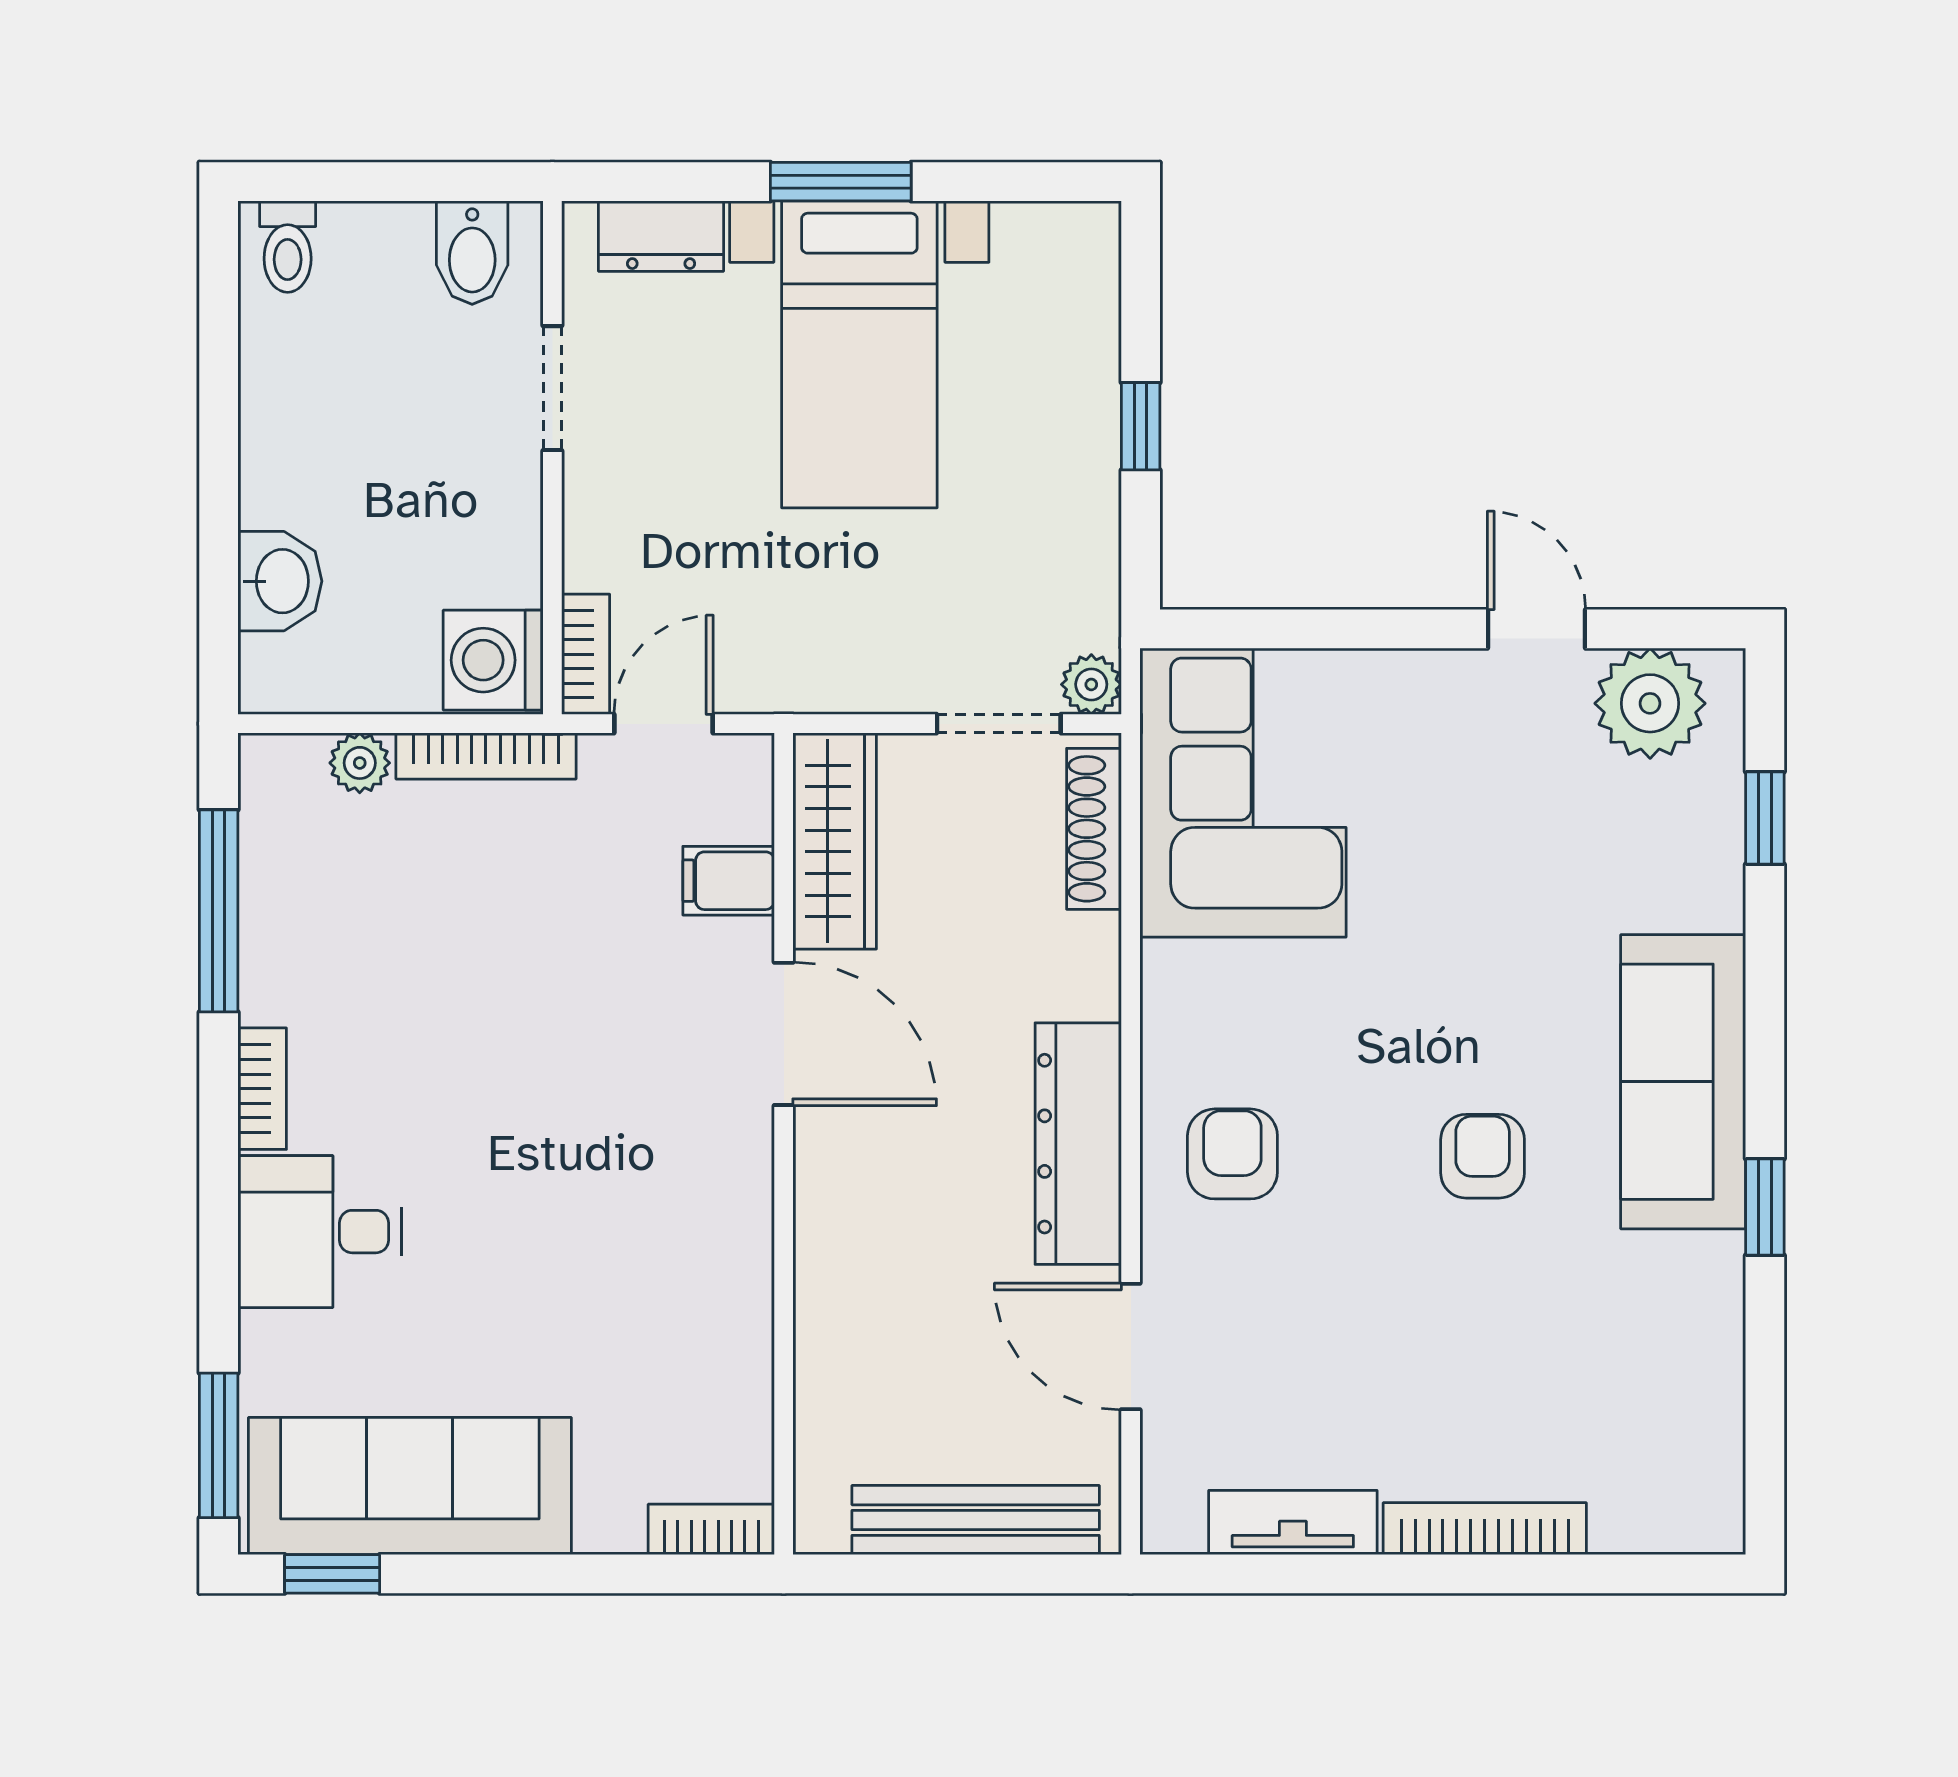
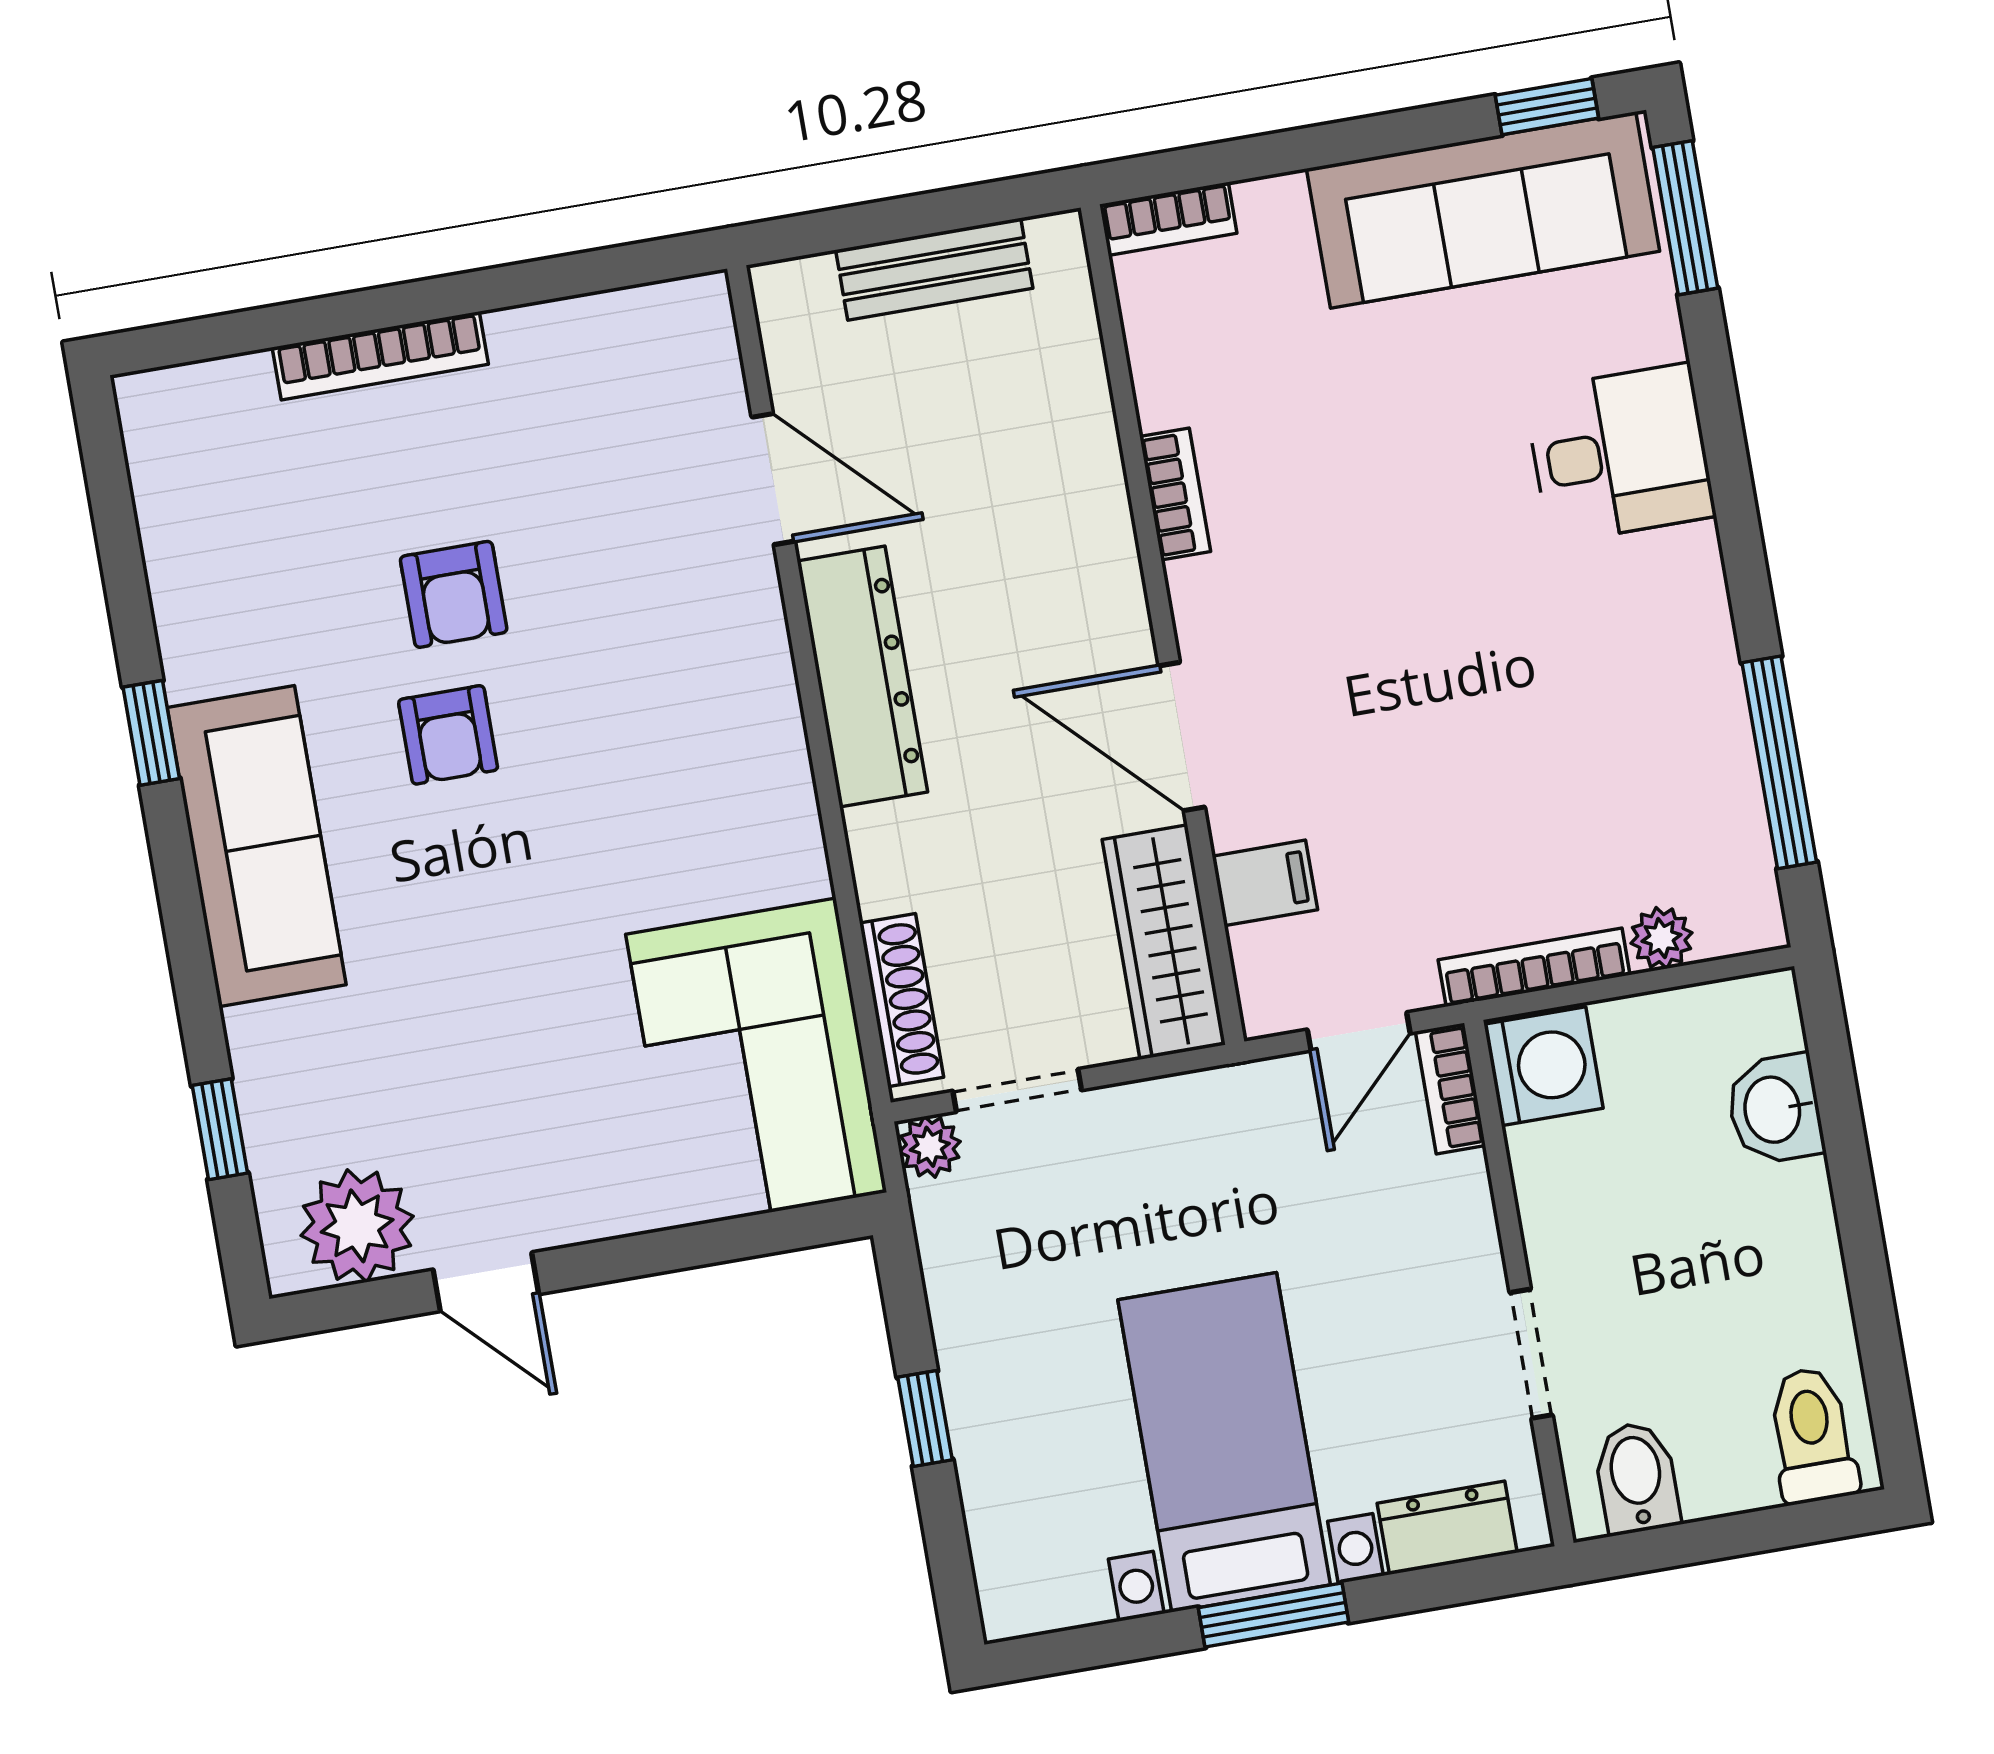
toilet: (288, 247) -> (1812, 1435), width x1.37, depth x1.39
bookcase: (262, 1089) -> (1175, 494), moved, turned 180
armchair: (1232, 1154) -> (454, 594), moved
bench: (976, 1520) -> (934, 269), width x0.73
tv unit: (1293, 1523) -> (577, 328), removed

